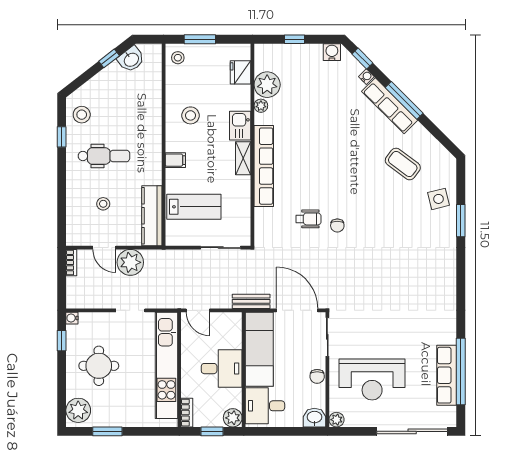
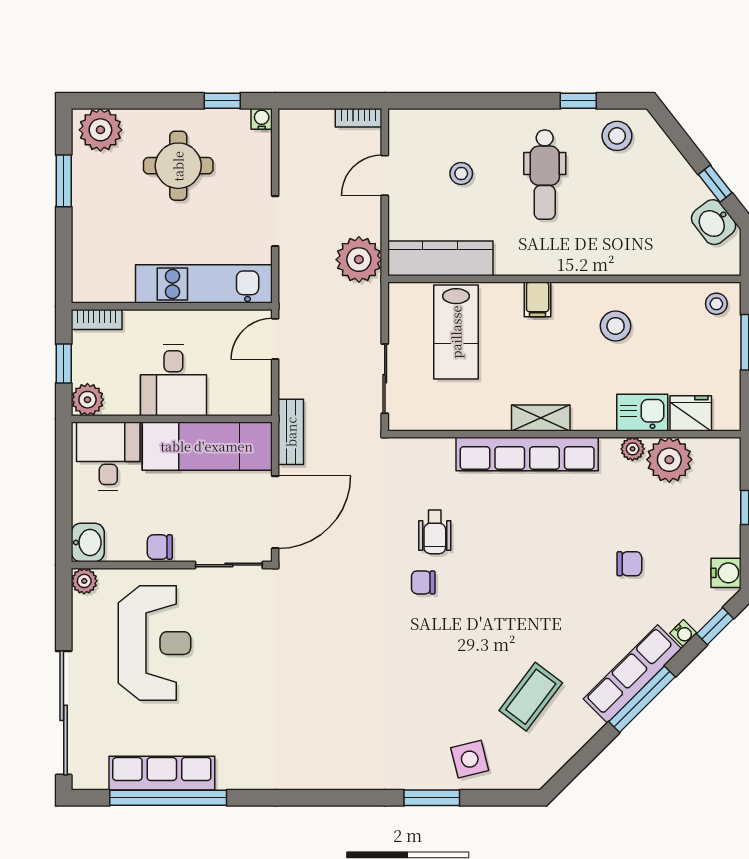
chair: (327, 108) -> (629, 564), added
kitchen sink: (240, 126) -> (642, 413), moved
plant: (130, 262) -> (359, 260), moved
kitchen unit: (166, 365) -> (204, 284), width x0.73
reception desk: (372, 379) -> (154, 643), turned 180

